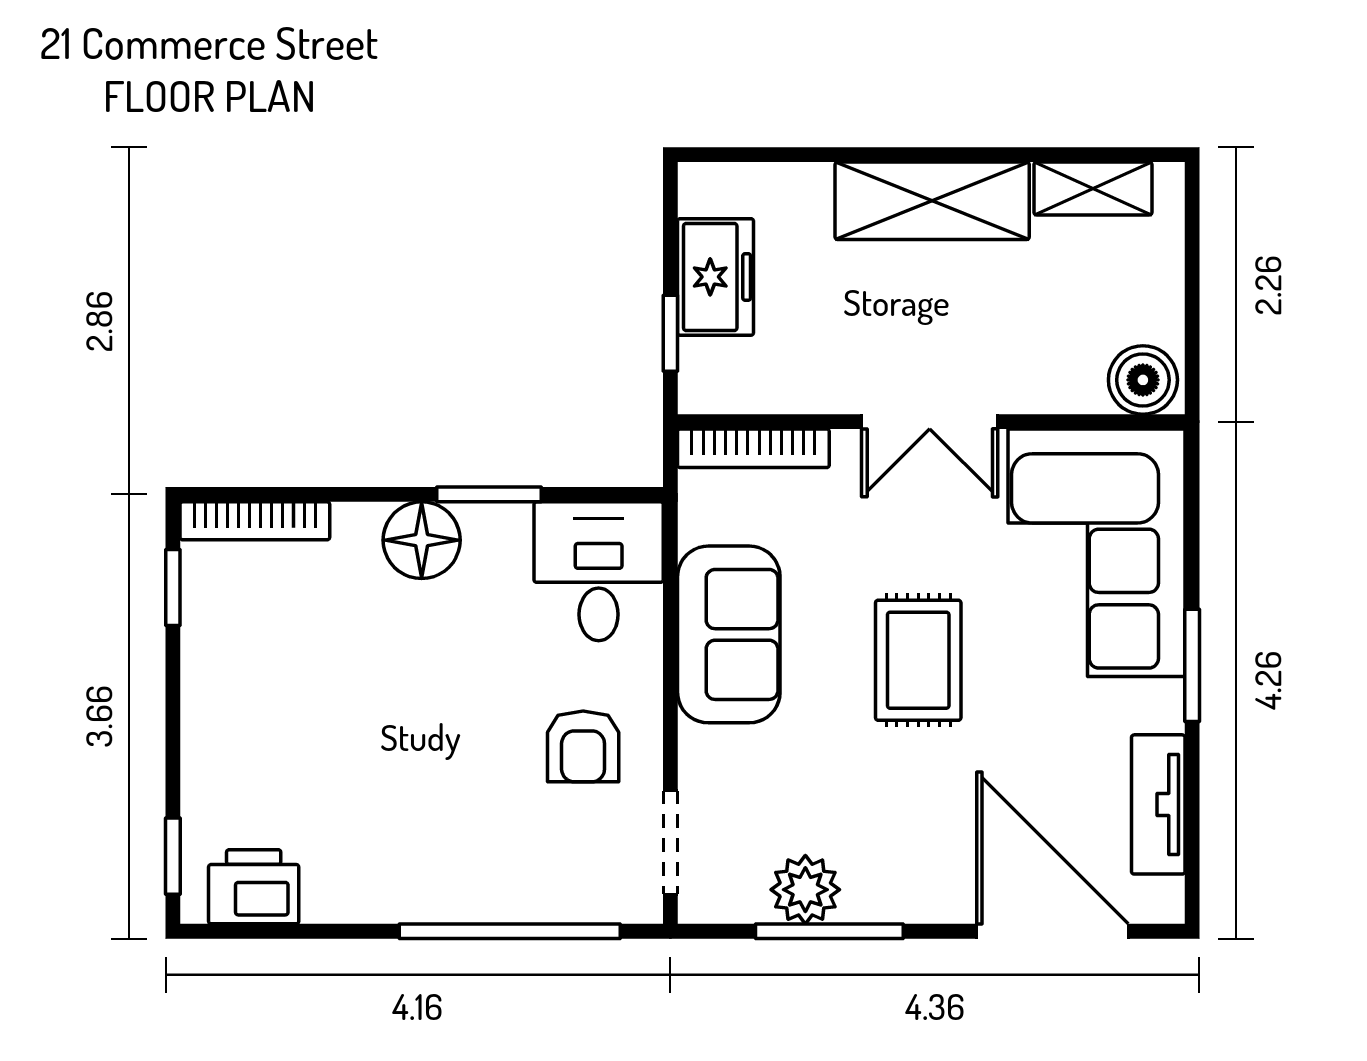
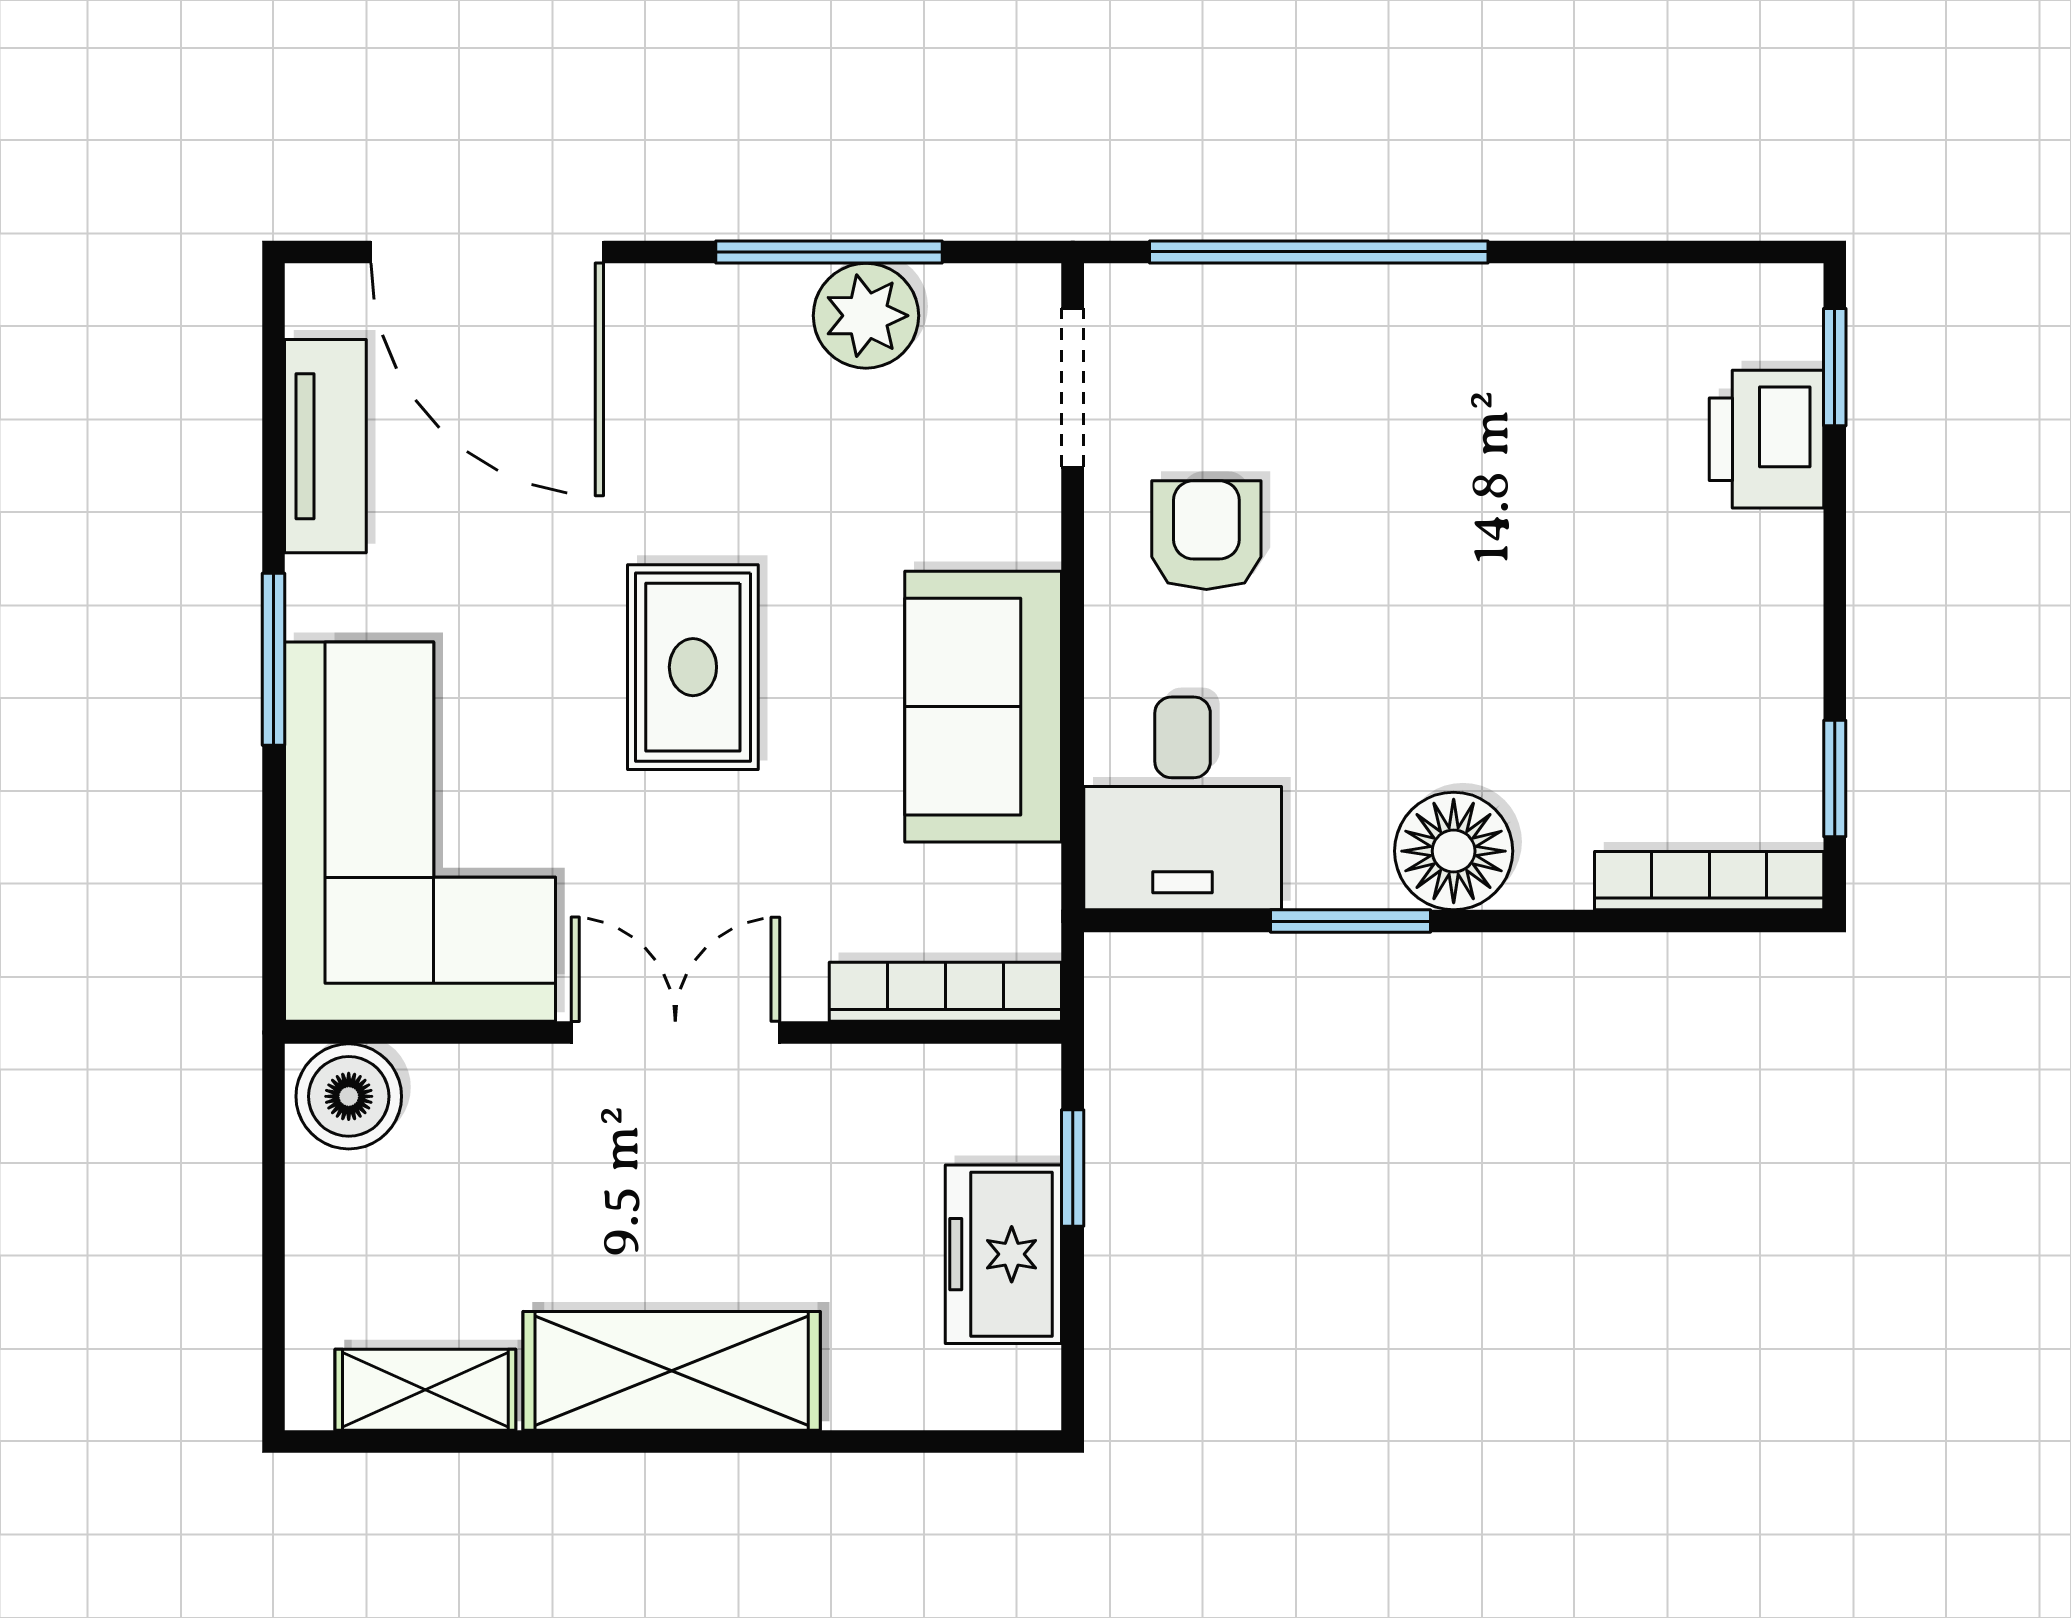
printer: (254, 887) -> (1767, 439), moved, turned 90

